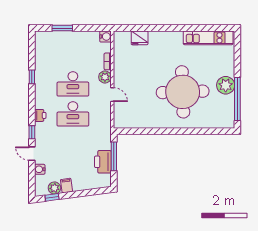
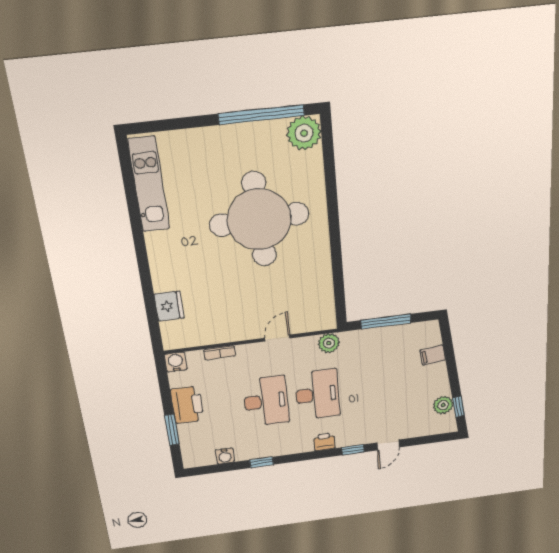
plant: (105, 77) -> (329, 343), moved
plant: (226, 85) -> (304, 133), moved
printer: (103, 162) -> (187, 405), moved, turned -90
water cooler: (40, 169) -> (225, 456), moved
filing cabinet: (66, 186) -> (433, 355), moved

